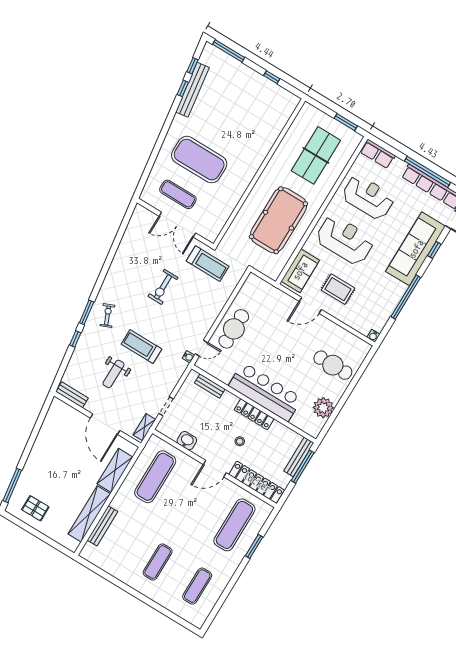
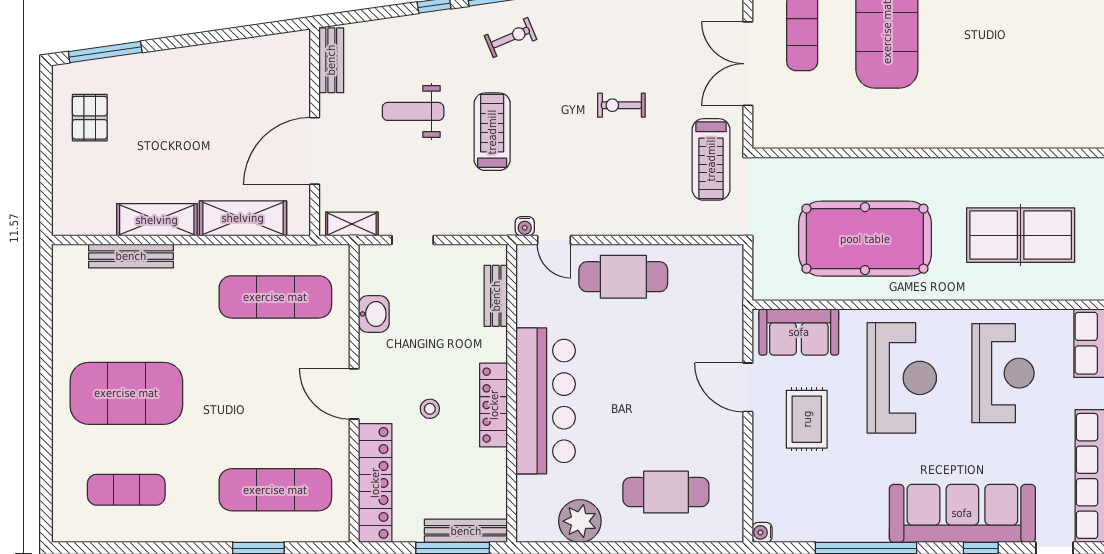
exercise bike: (163, 287) -> (621, 105), width x0.73, depth x0.72
cafe table: (333, 365) -> (666, 492), turned 90
shelving: (89, 514) -> (157, 220), width x0.68
exercise mat: (158, 562) -> (126, 393), width x2.00, depth x1.45

